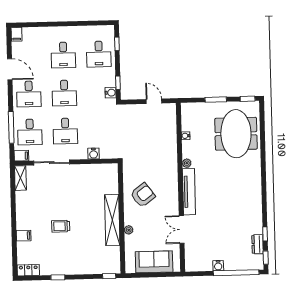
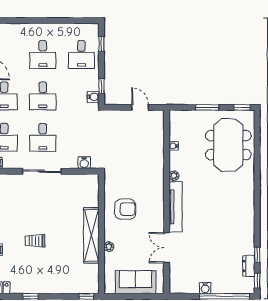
water cooler: (94, 154) -> (84, 163), moved
sliding door: (52, 163) -> (42, 171), moved
armchair: (143, 195) -> (125, 209), turned 37

